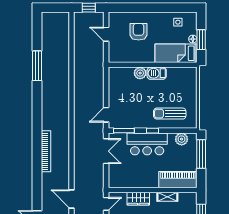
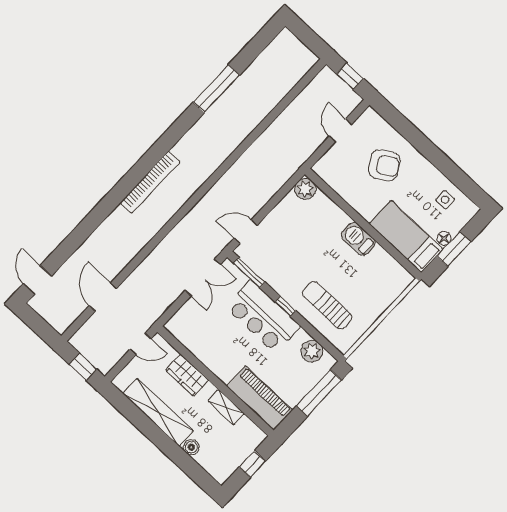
armchair: (139, 32) -> (384, 165), turned 59
plant: (140, 73) -> (305, 189), moved
bookcase: (46, 151) -> (150, 182), moved

